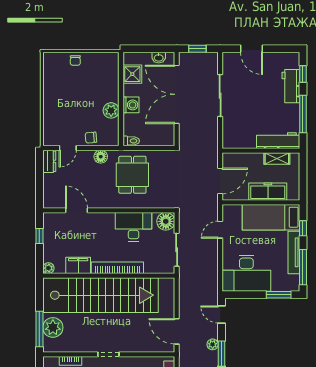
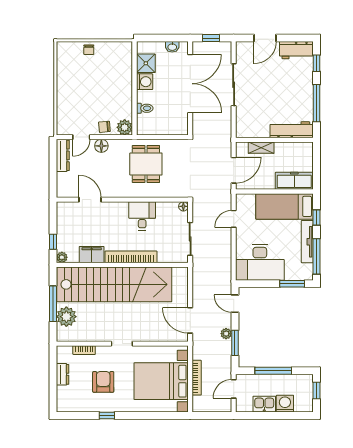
door: (252, 49) -> (265, 38), hinge flipped
workbench: (291, 86) -> (296, 50), moved, turned -90
double door: (177, 94) -> (190, 84), swing flipped
washing machine: (131, 105) -> (145, 82), moved
plant: (111, 110) -> (125, 127), moved
toilet: (131, 141) -> (145, 108), moved
floor lamp: (101, 157) -> (101, 146), moved
shelving: (277, 158) -> (261, 148), moved
dresser: (49, 161) -> (63, 155), width x1.44
freezer: (268, 192) -> (294, 181), moved
floor lamp: (166, 221) -> (183, 206), width x0.53, depth x0.53
desk: (134, 227) -> (142, 216), width x0.73
window: (39, 236) -> (53, 242), moved
window: (39, 329) -> (53, 304), moved

